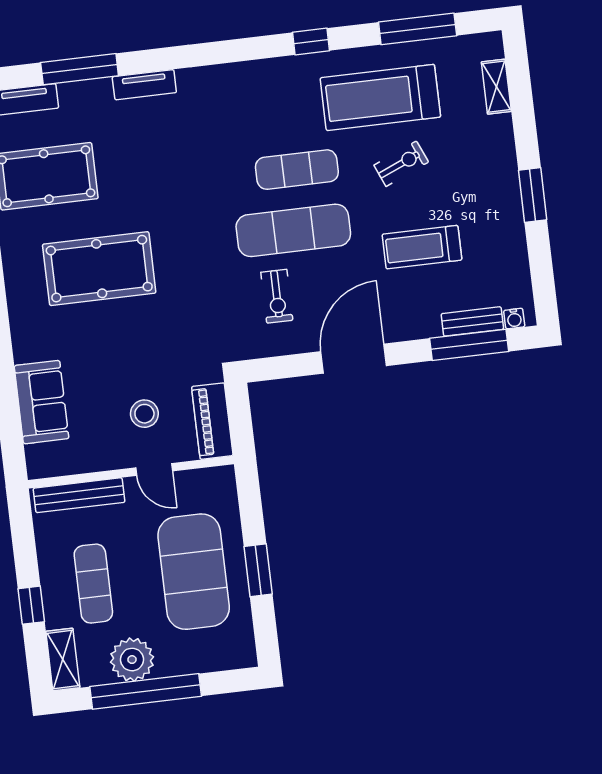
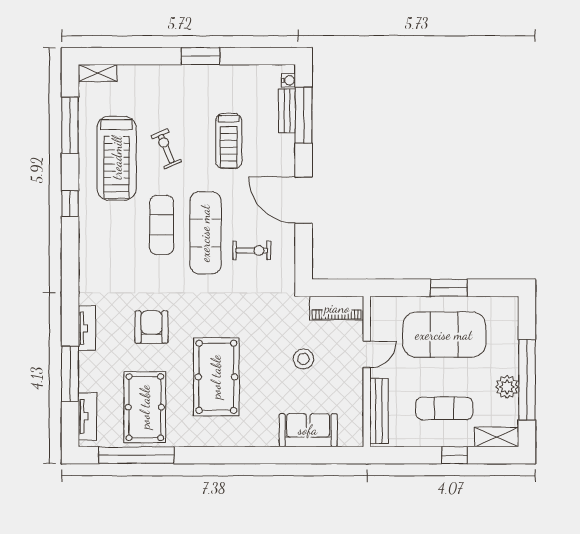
shelving: (496, 87) -> (98, 73), moved
armchair: (156, 172) -> (151, 327), added
stool: (144, 414) -> (303, 359), moved
plant: (132, 660) -> (507, 387), width x0.73, depth x0.73

